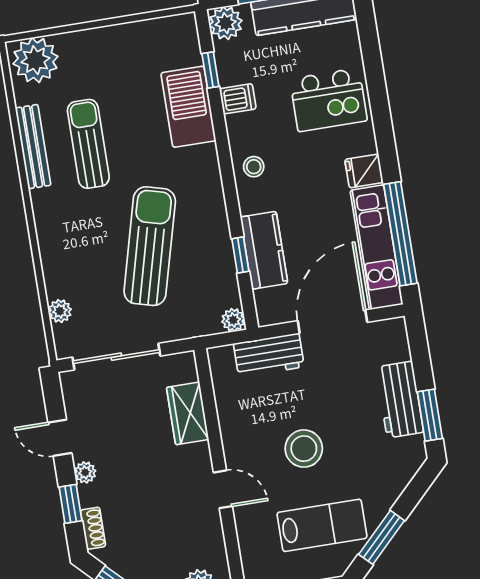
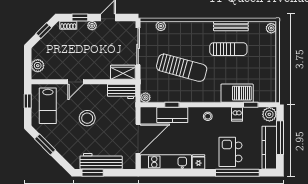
plant: (35, 60) -> (271, 28), width x0.53, depth x0.53
window: (400, 234) -> (237, 173), moved
door: (333, 322) -> (138, 139), hinge flipped
workbench: (269, 355) -> (122, 91), moved, turned -90
workbench: (400, 400) -> (101, 161), width x1.37
wardrobe: (188, 413) -> (123, 72), moved
lab bench: (322, 525) -> (48, 106), moved

